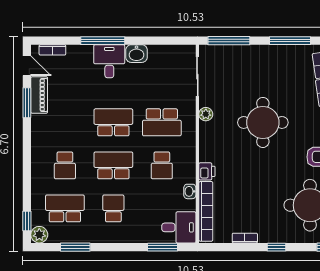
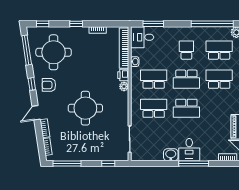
window: (229, 41) -> (108, 163), width x0.46
plant: (206, 114) -> (124, 86), moved
school desk: (65, 165) -> (219, 79), width x1.85
school desk: (162, 165) -> (154, 79), width x1.85
school desk: (65, 208) -> (219, 50), turned 180
school desk: (113, 208) -> (186, 50), turned 180
window: (75, 247) -> (212, 24), width x2.11

